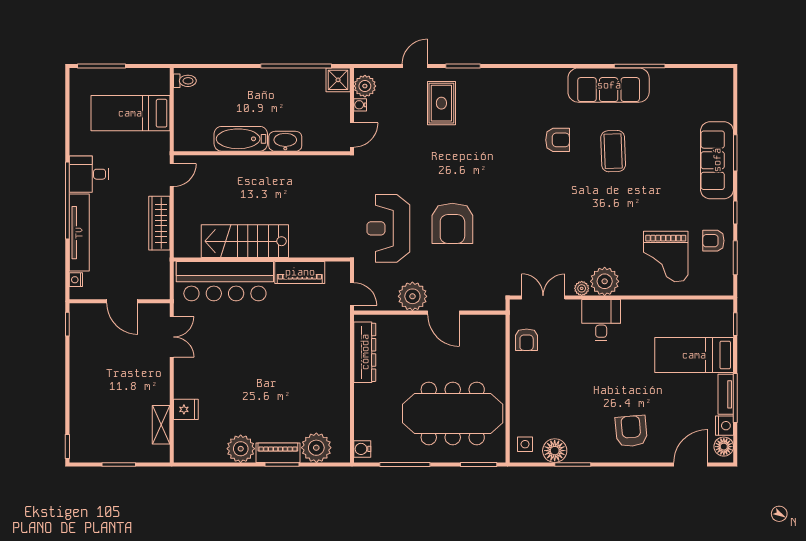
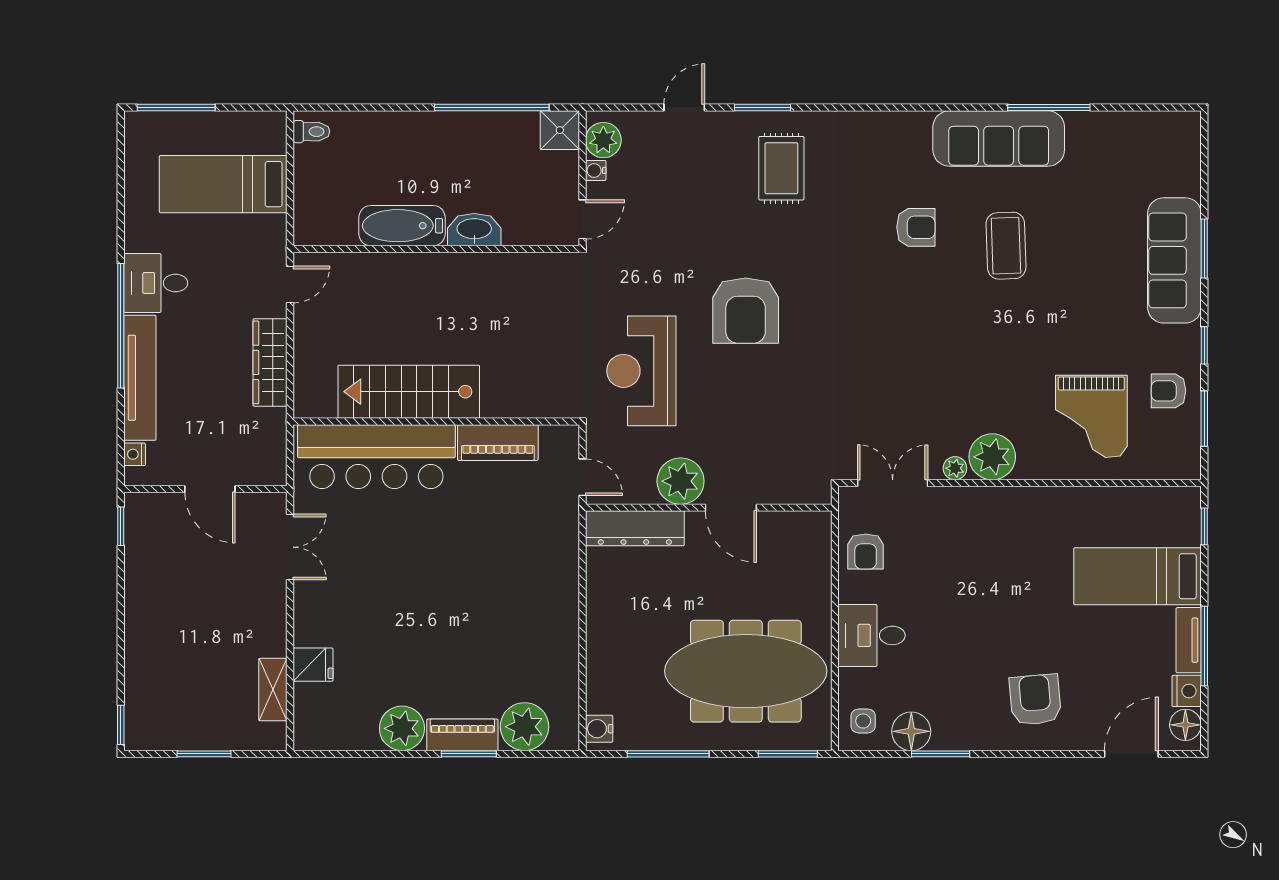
rug: (441, 103) -> (781, 168), moved
armchair: (452, 223) -> (746, 311), moved
desk: (601, 320) -> (871, 635), moved, turned -90
dresser: (365, 352) -> (635, 528), moved, turned 90

